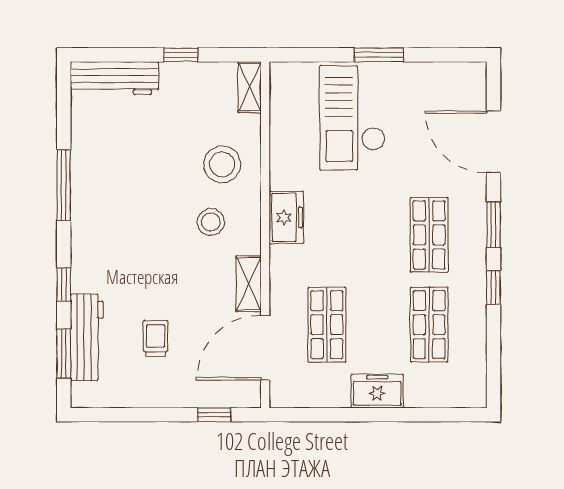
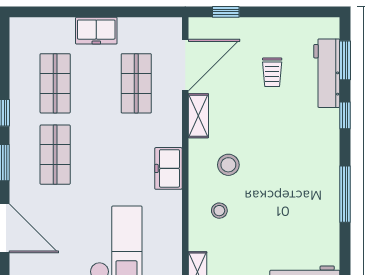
stool: (222, 164) -> (219, 211), width x0.53, depth x0.53

